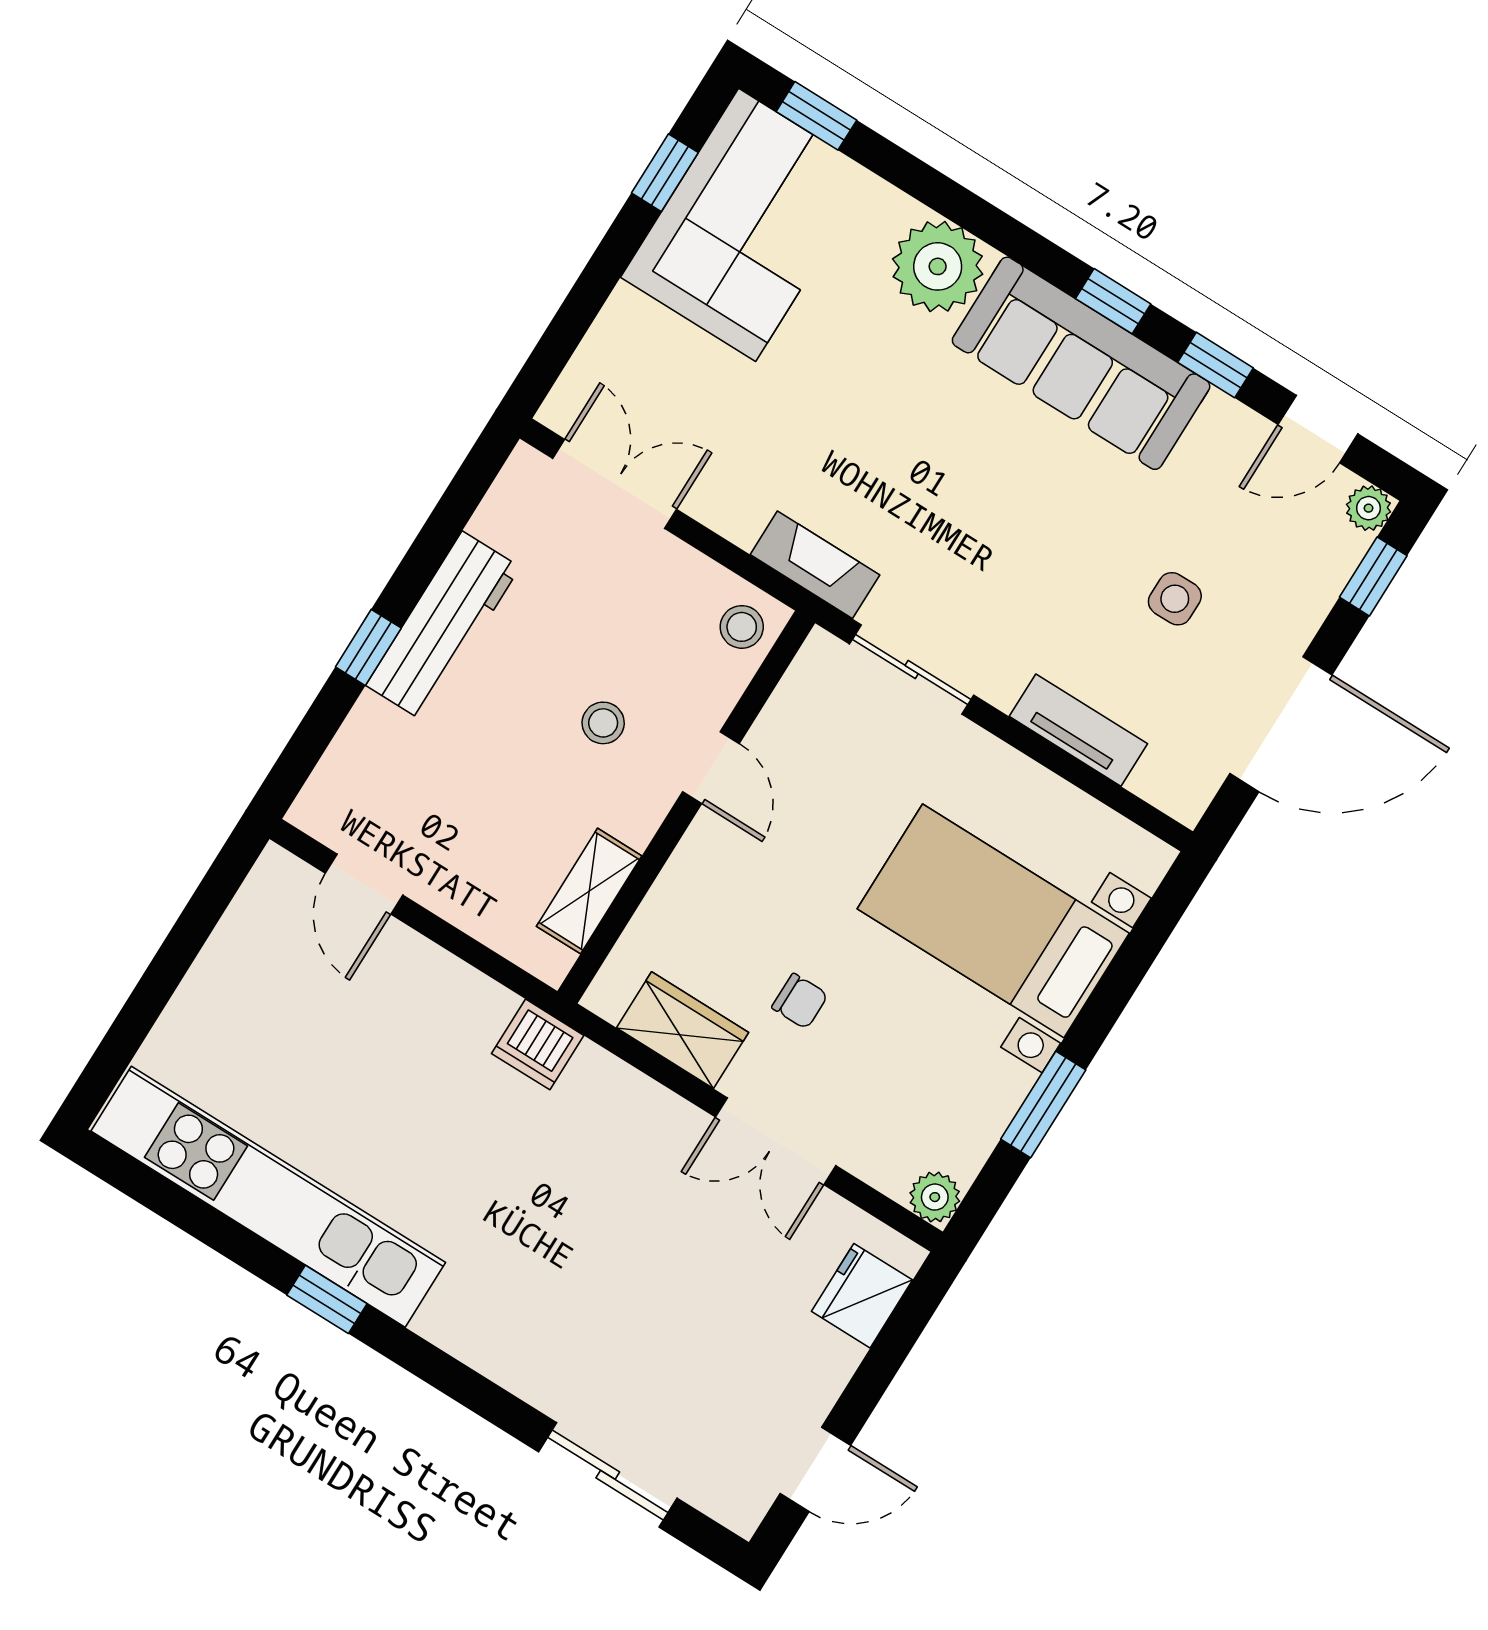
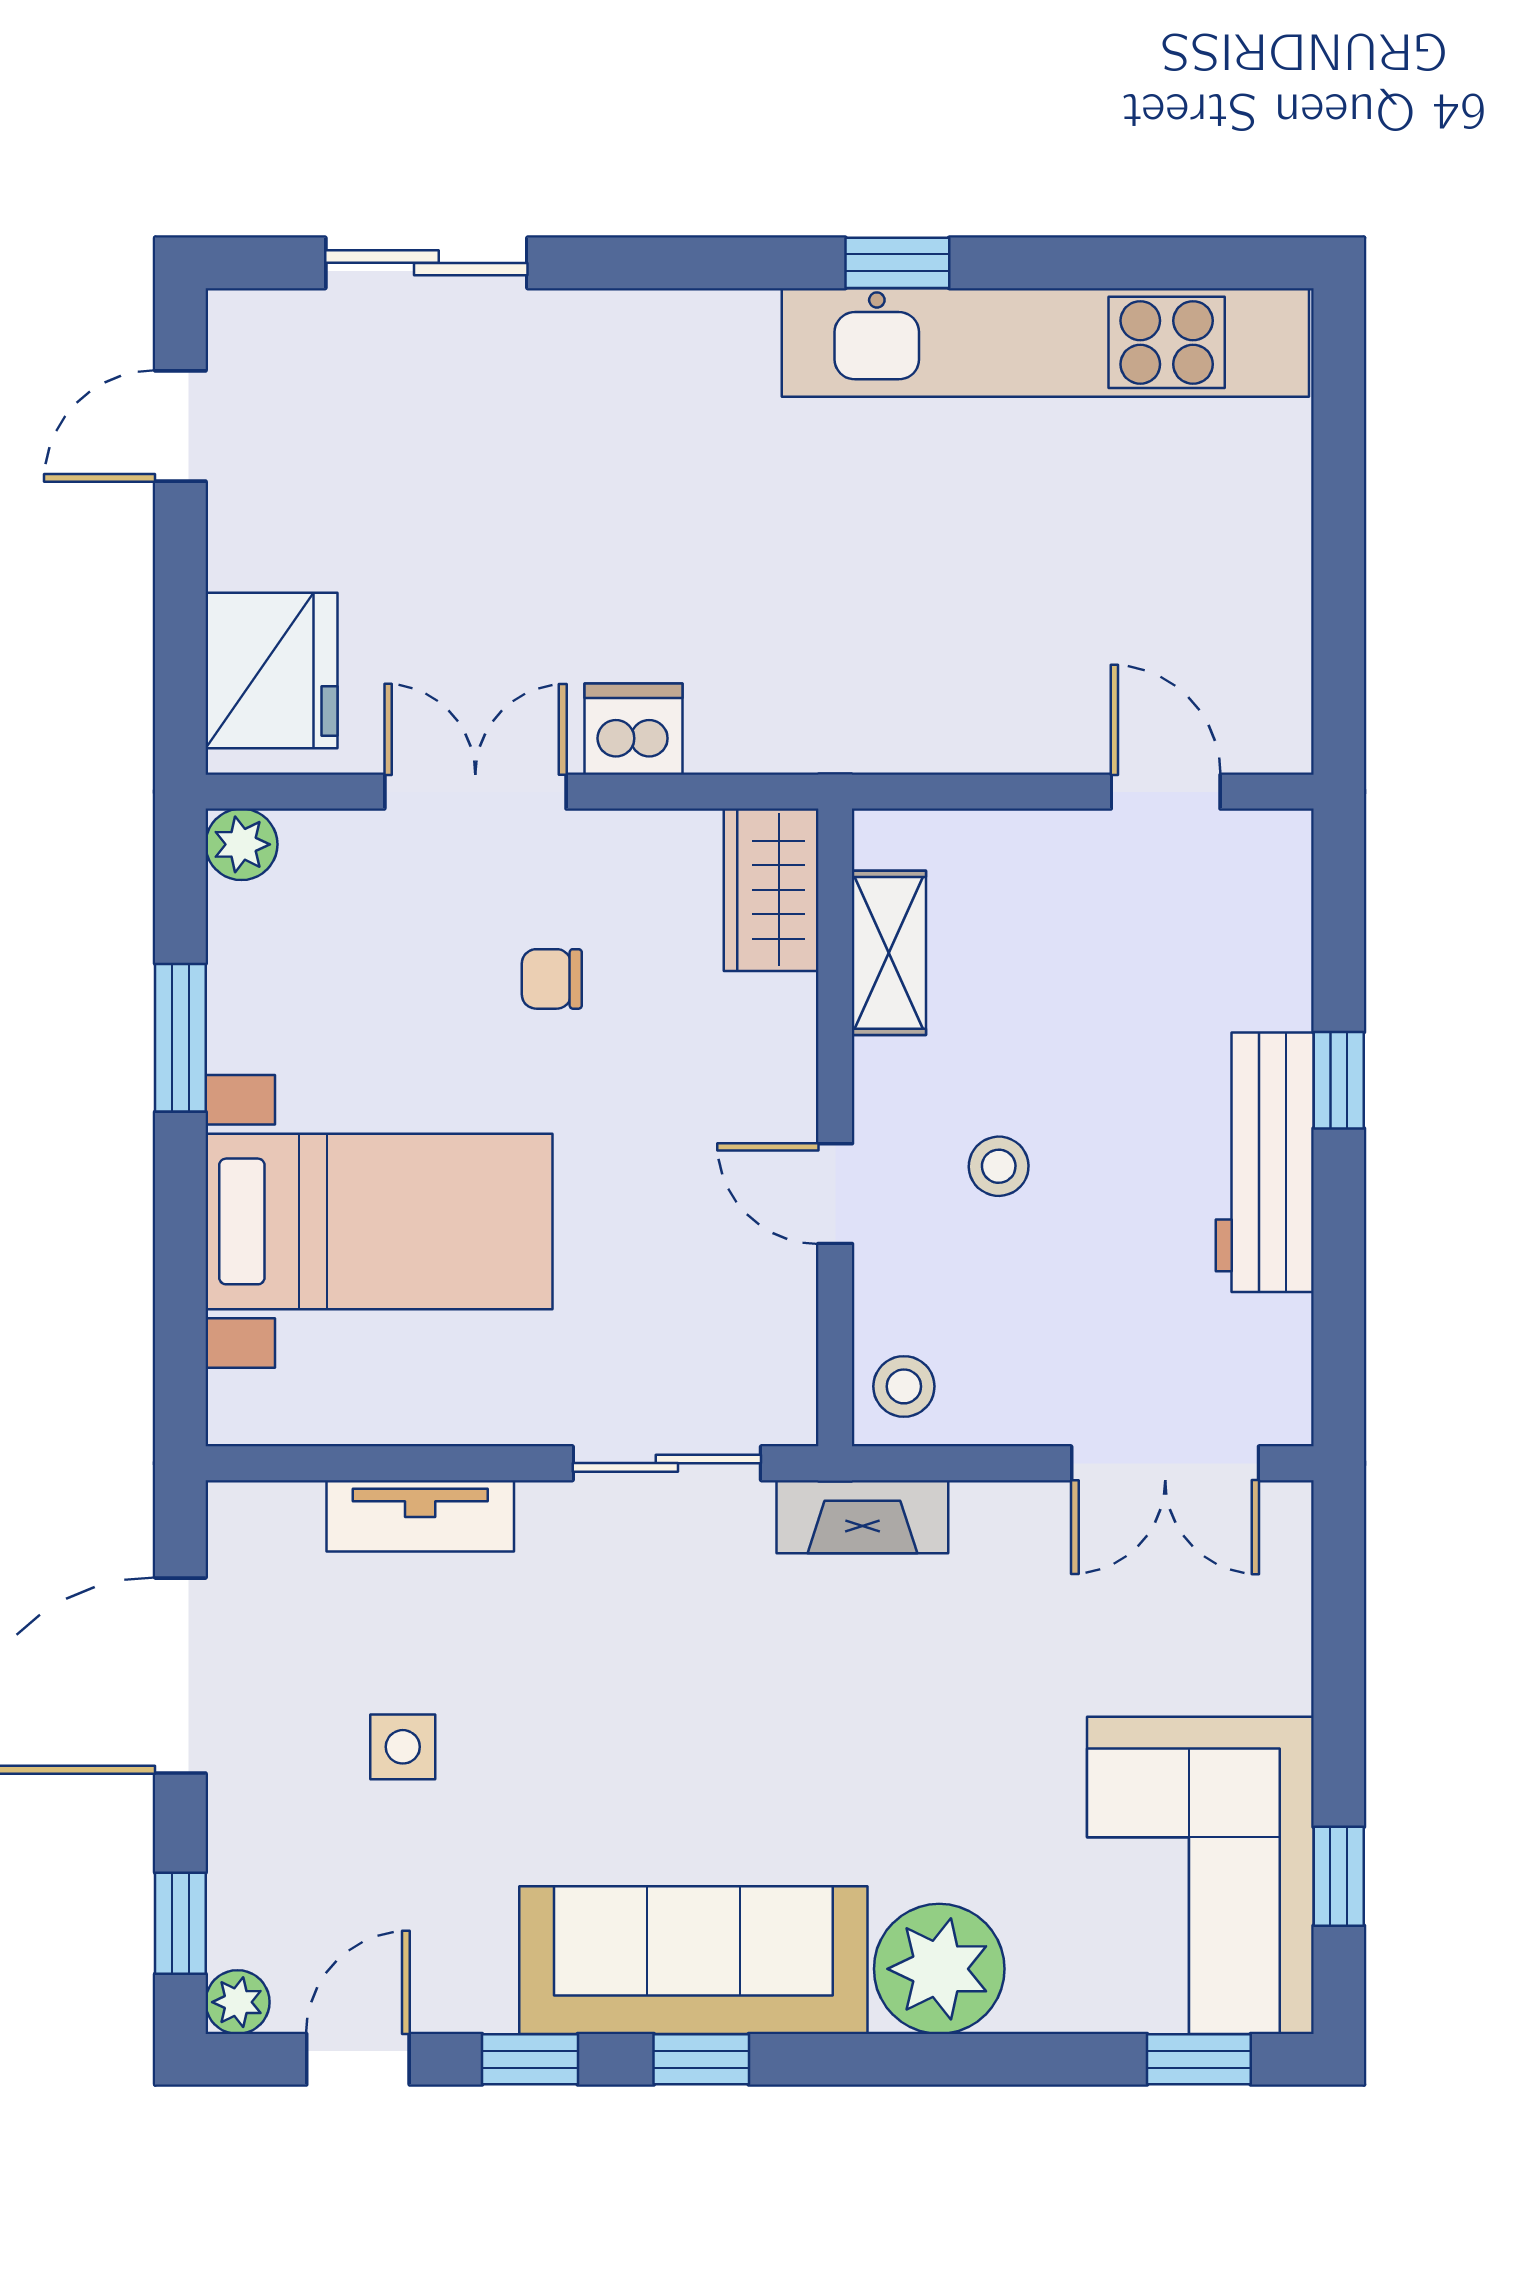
wardrobe: (683, 1030) -> (771, 890), moved, turned 90
dishwasher: (538, 1044) -> (634, 729), moved
fridge: (862, 1296) -> (271, 671), width x1.36, depth x1.34

